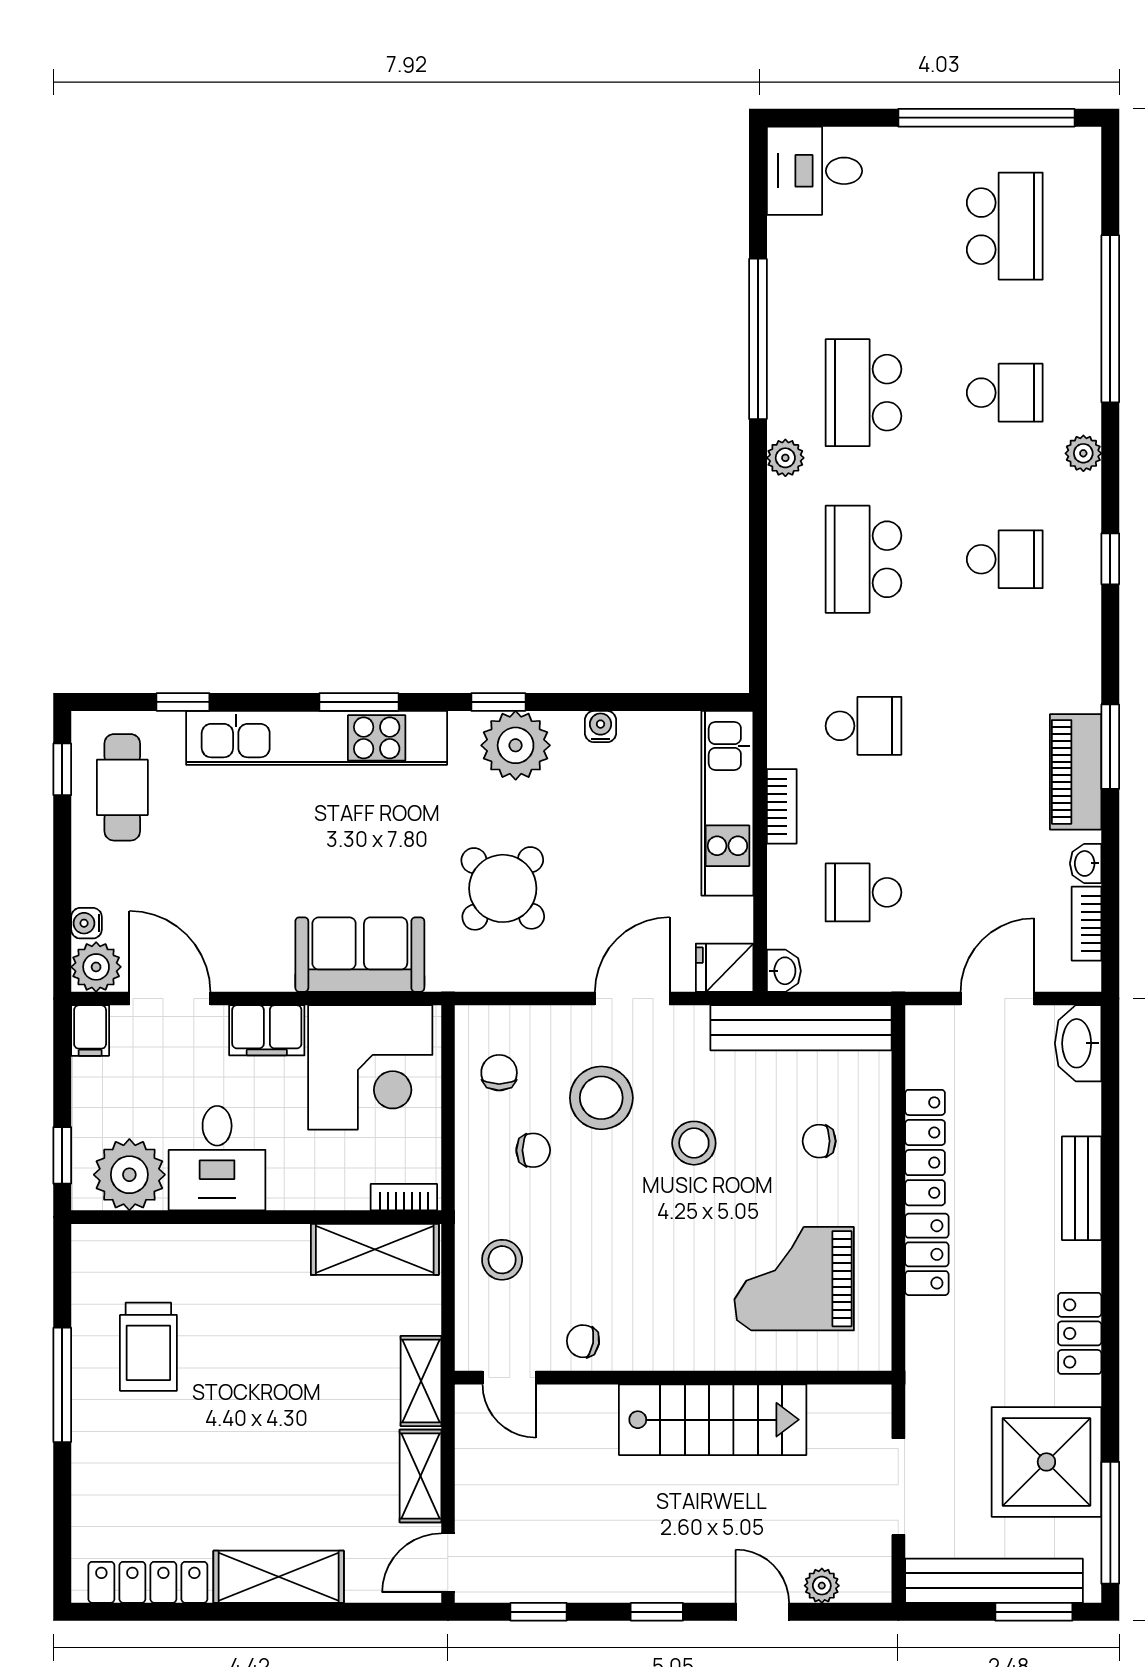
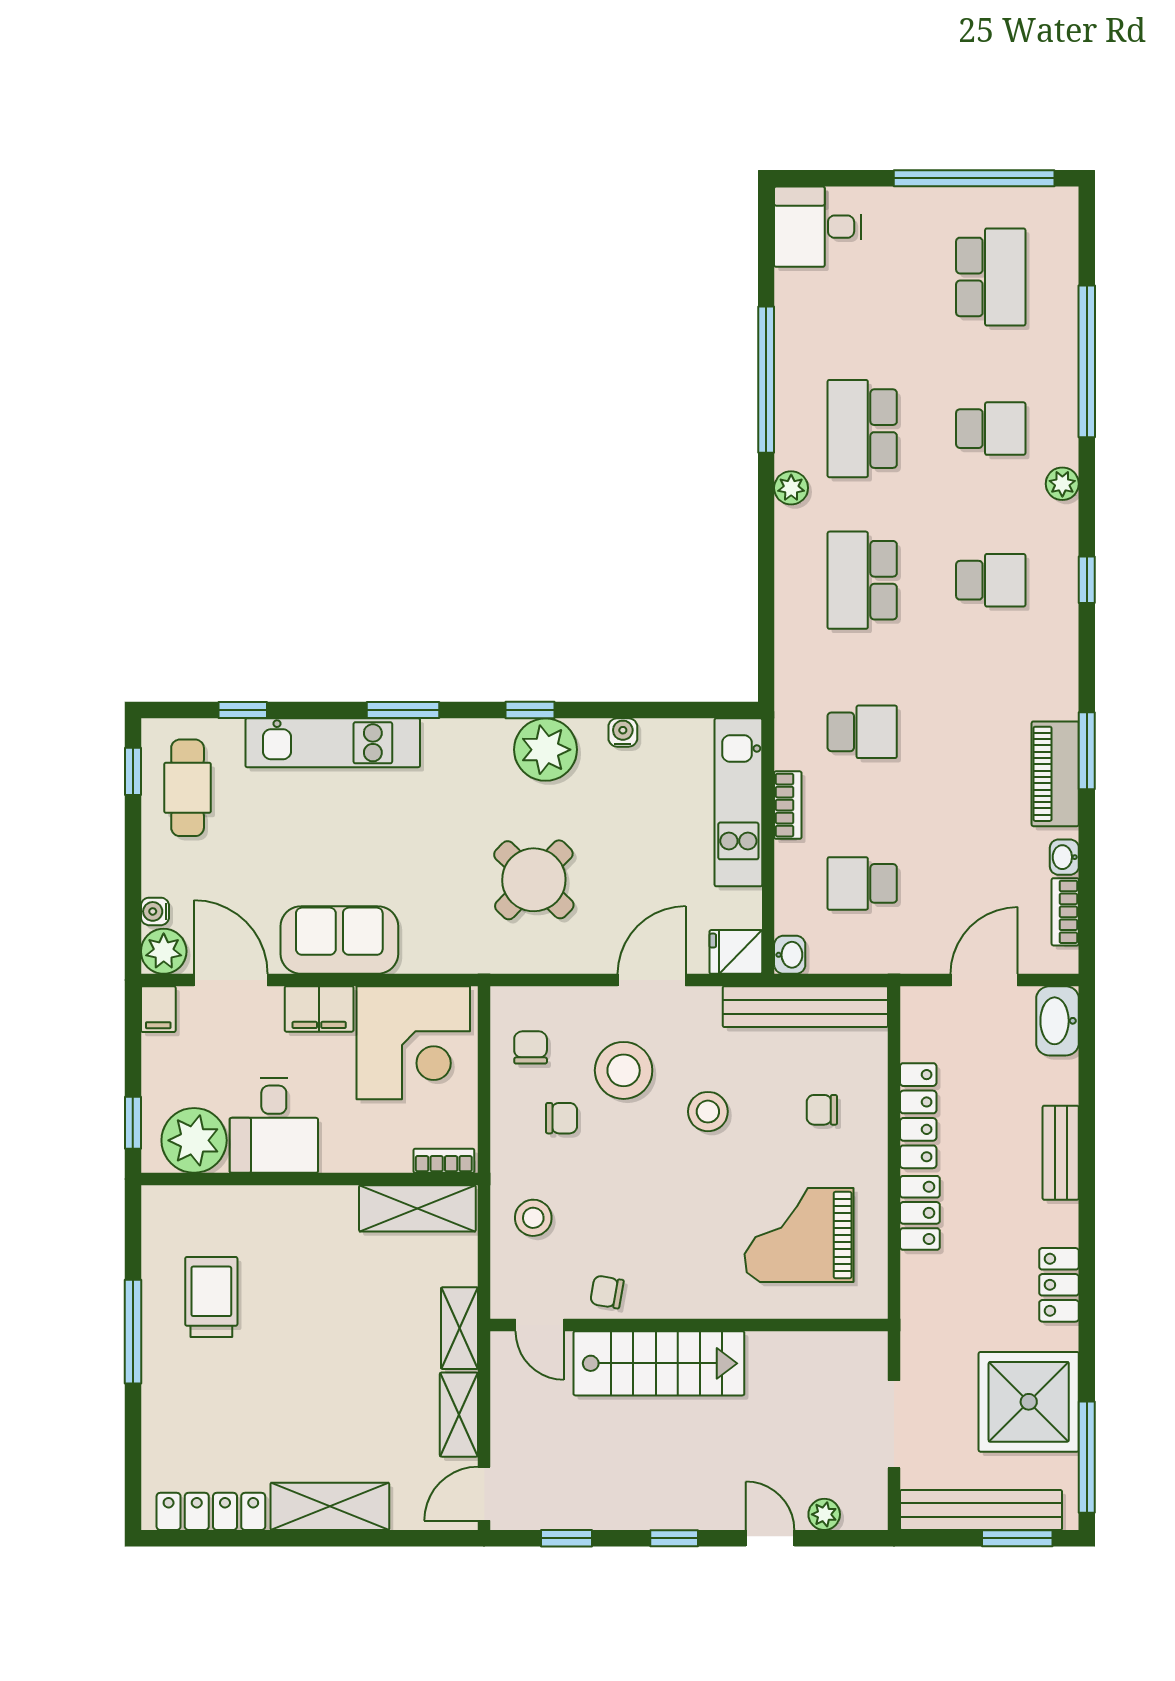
kitchen unit: (317, 738) -> (333, 743), width x0.73
sofa: (360, 955) -> (339, 940), moved
trolley: (148, 1347) -> (211, 1297), turned 180
stairs: (713, 1420) -> (659, 1363), moved

